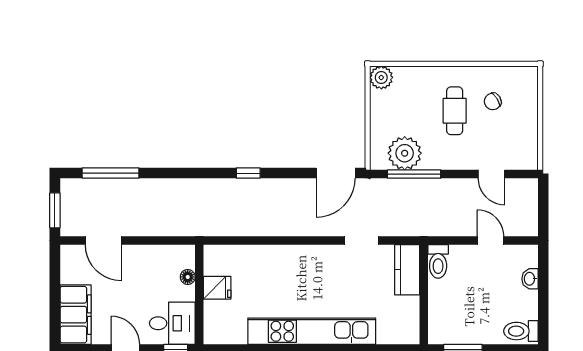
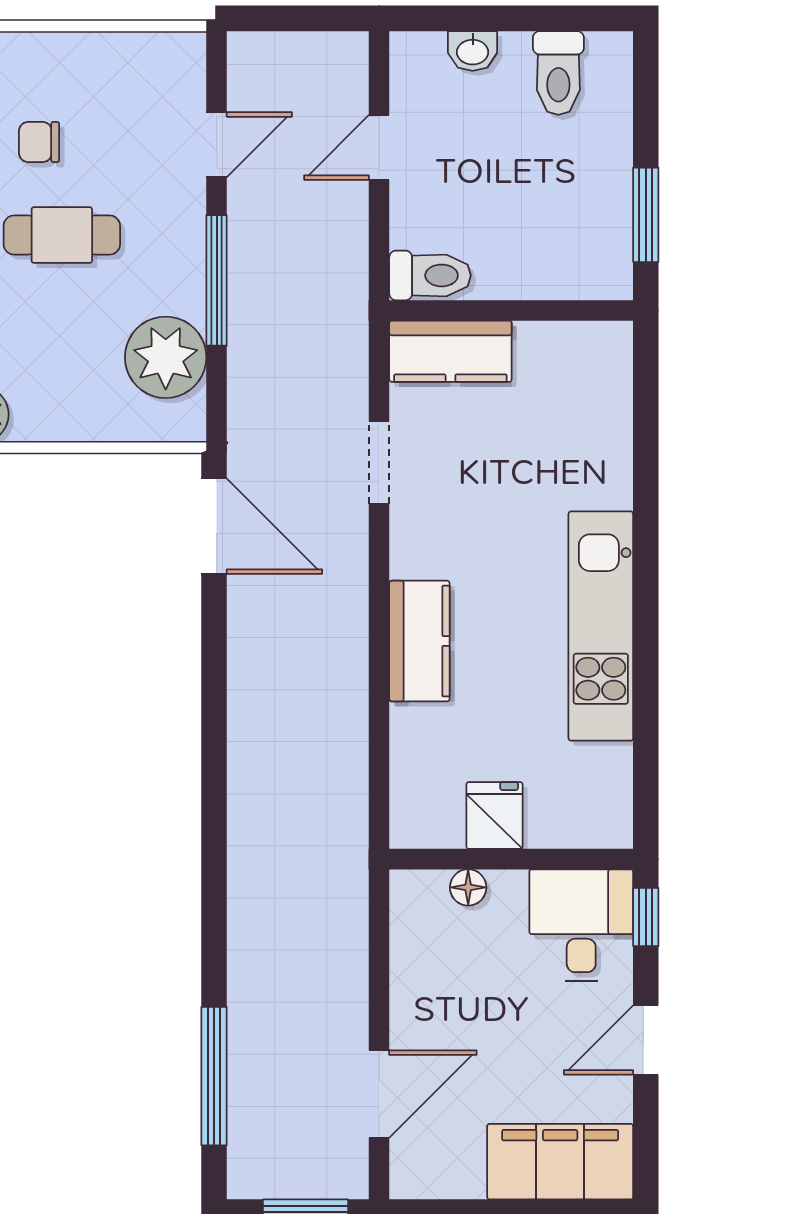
chair: (493, 101) -> (39, 142), turned 121
window: (248, 173) -> (214, 740), removed
window: (414, 174) -> (217, 280), moved
kitchen counter: (289, 257) -> (419, 641), added
kitchen unit: (312, 331) -> (601, 626), width x0.73
toilet: (521, 331) -> (558, 73), moved

